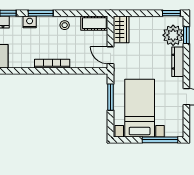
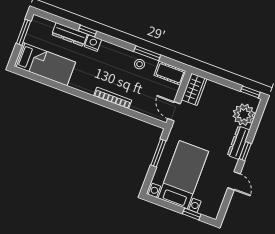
window: (41, 13) -> (147, 53), moved
nightstand: (30, 22) -> (93, 43), moved
window: (186, 35) -> (245, 151), moved
window: (160, 140) -> (192, 214), width x0.46

